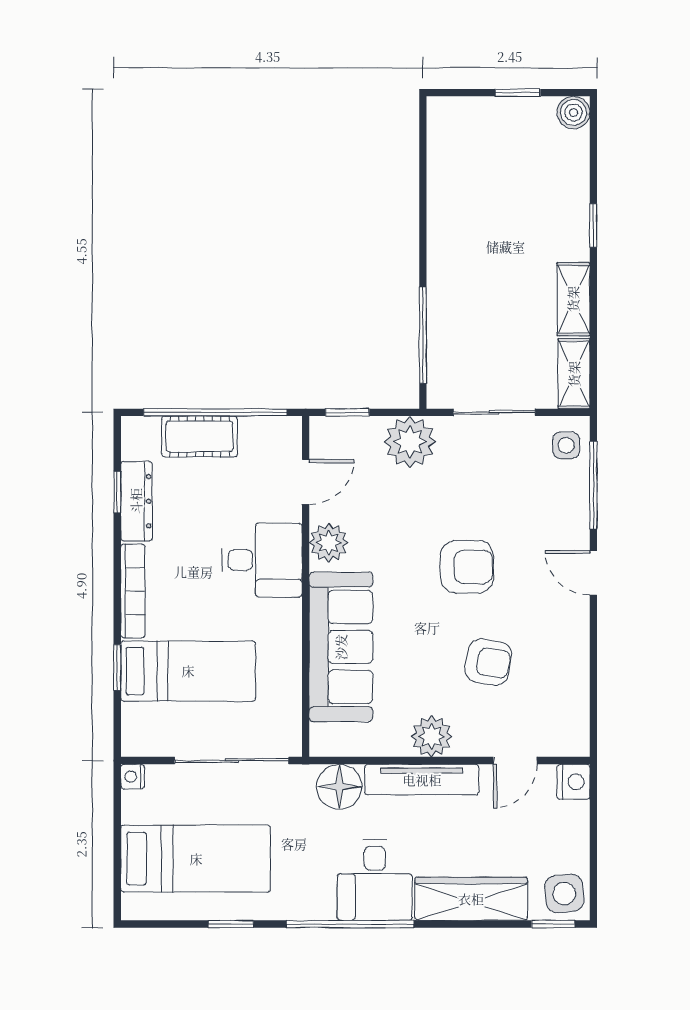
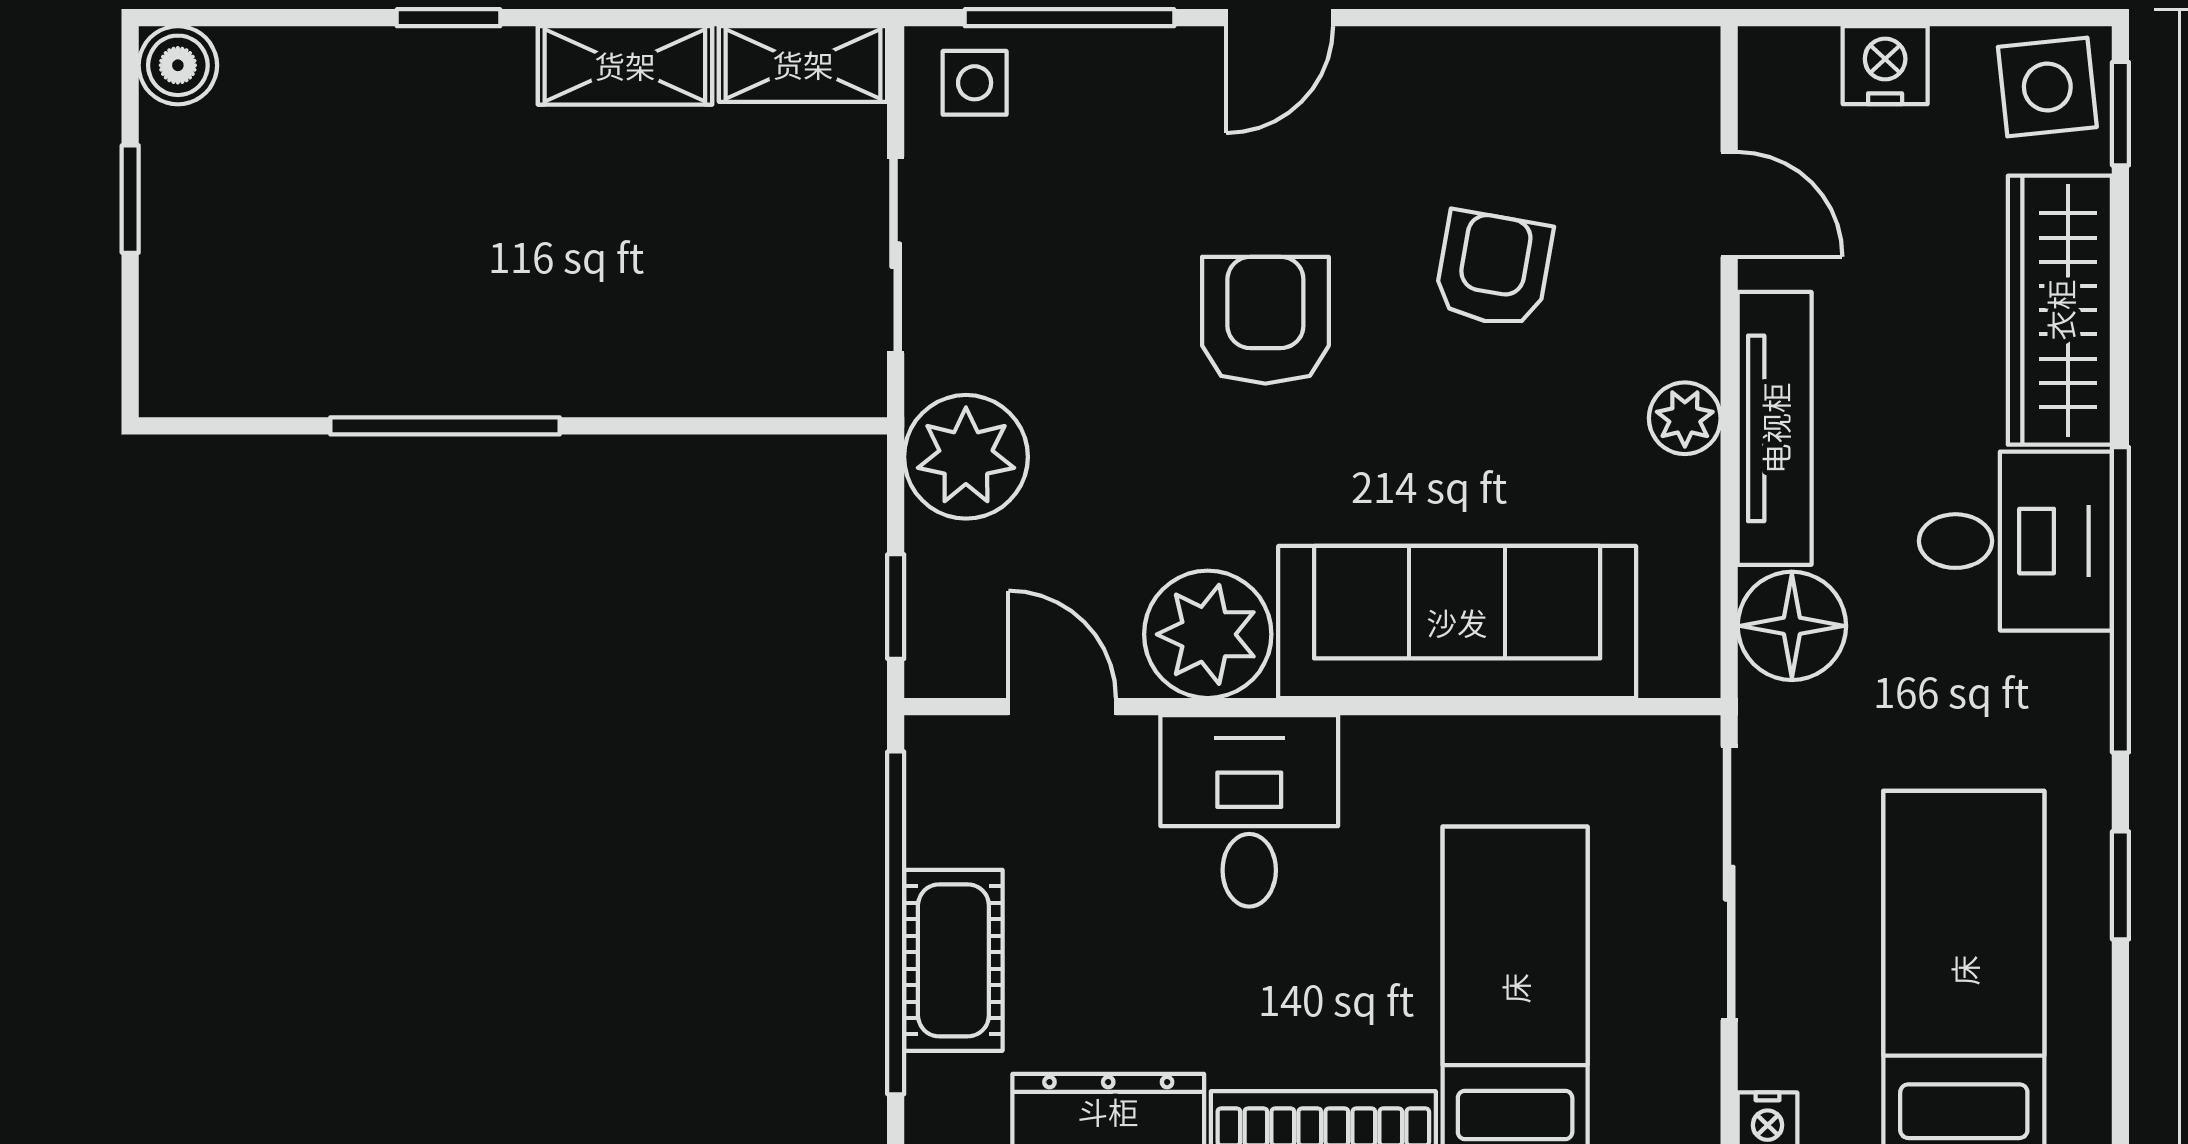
window: (423, 335) -> (445, 426), moved
plant: (329, 543) -> (1208, 634), width x1.36, depth x1.36
plant: (432, 736) -> (1685, 418), width x0.73, depth x0.73
nightstand: (574, 782) -> (1885, 65), moved

